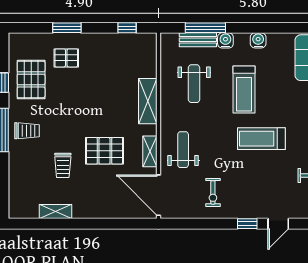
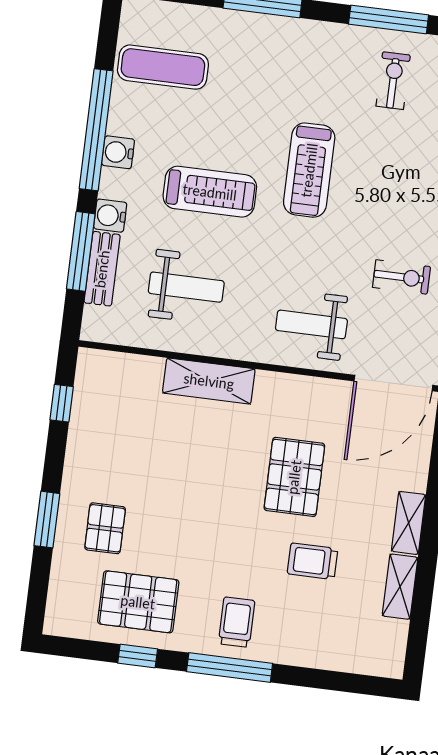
window: (268, 28) -> (96, 130), added
shelving: (150, 151) -> (409, 523), moved, turned 90
trolley: (63, 165) -> (313, 561), turned 180

